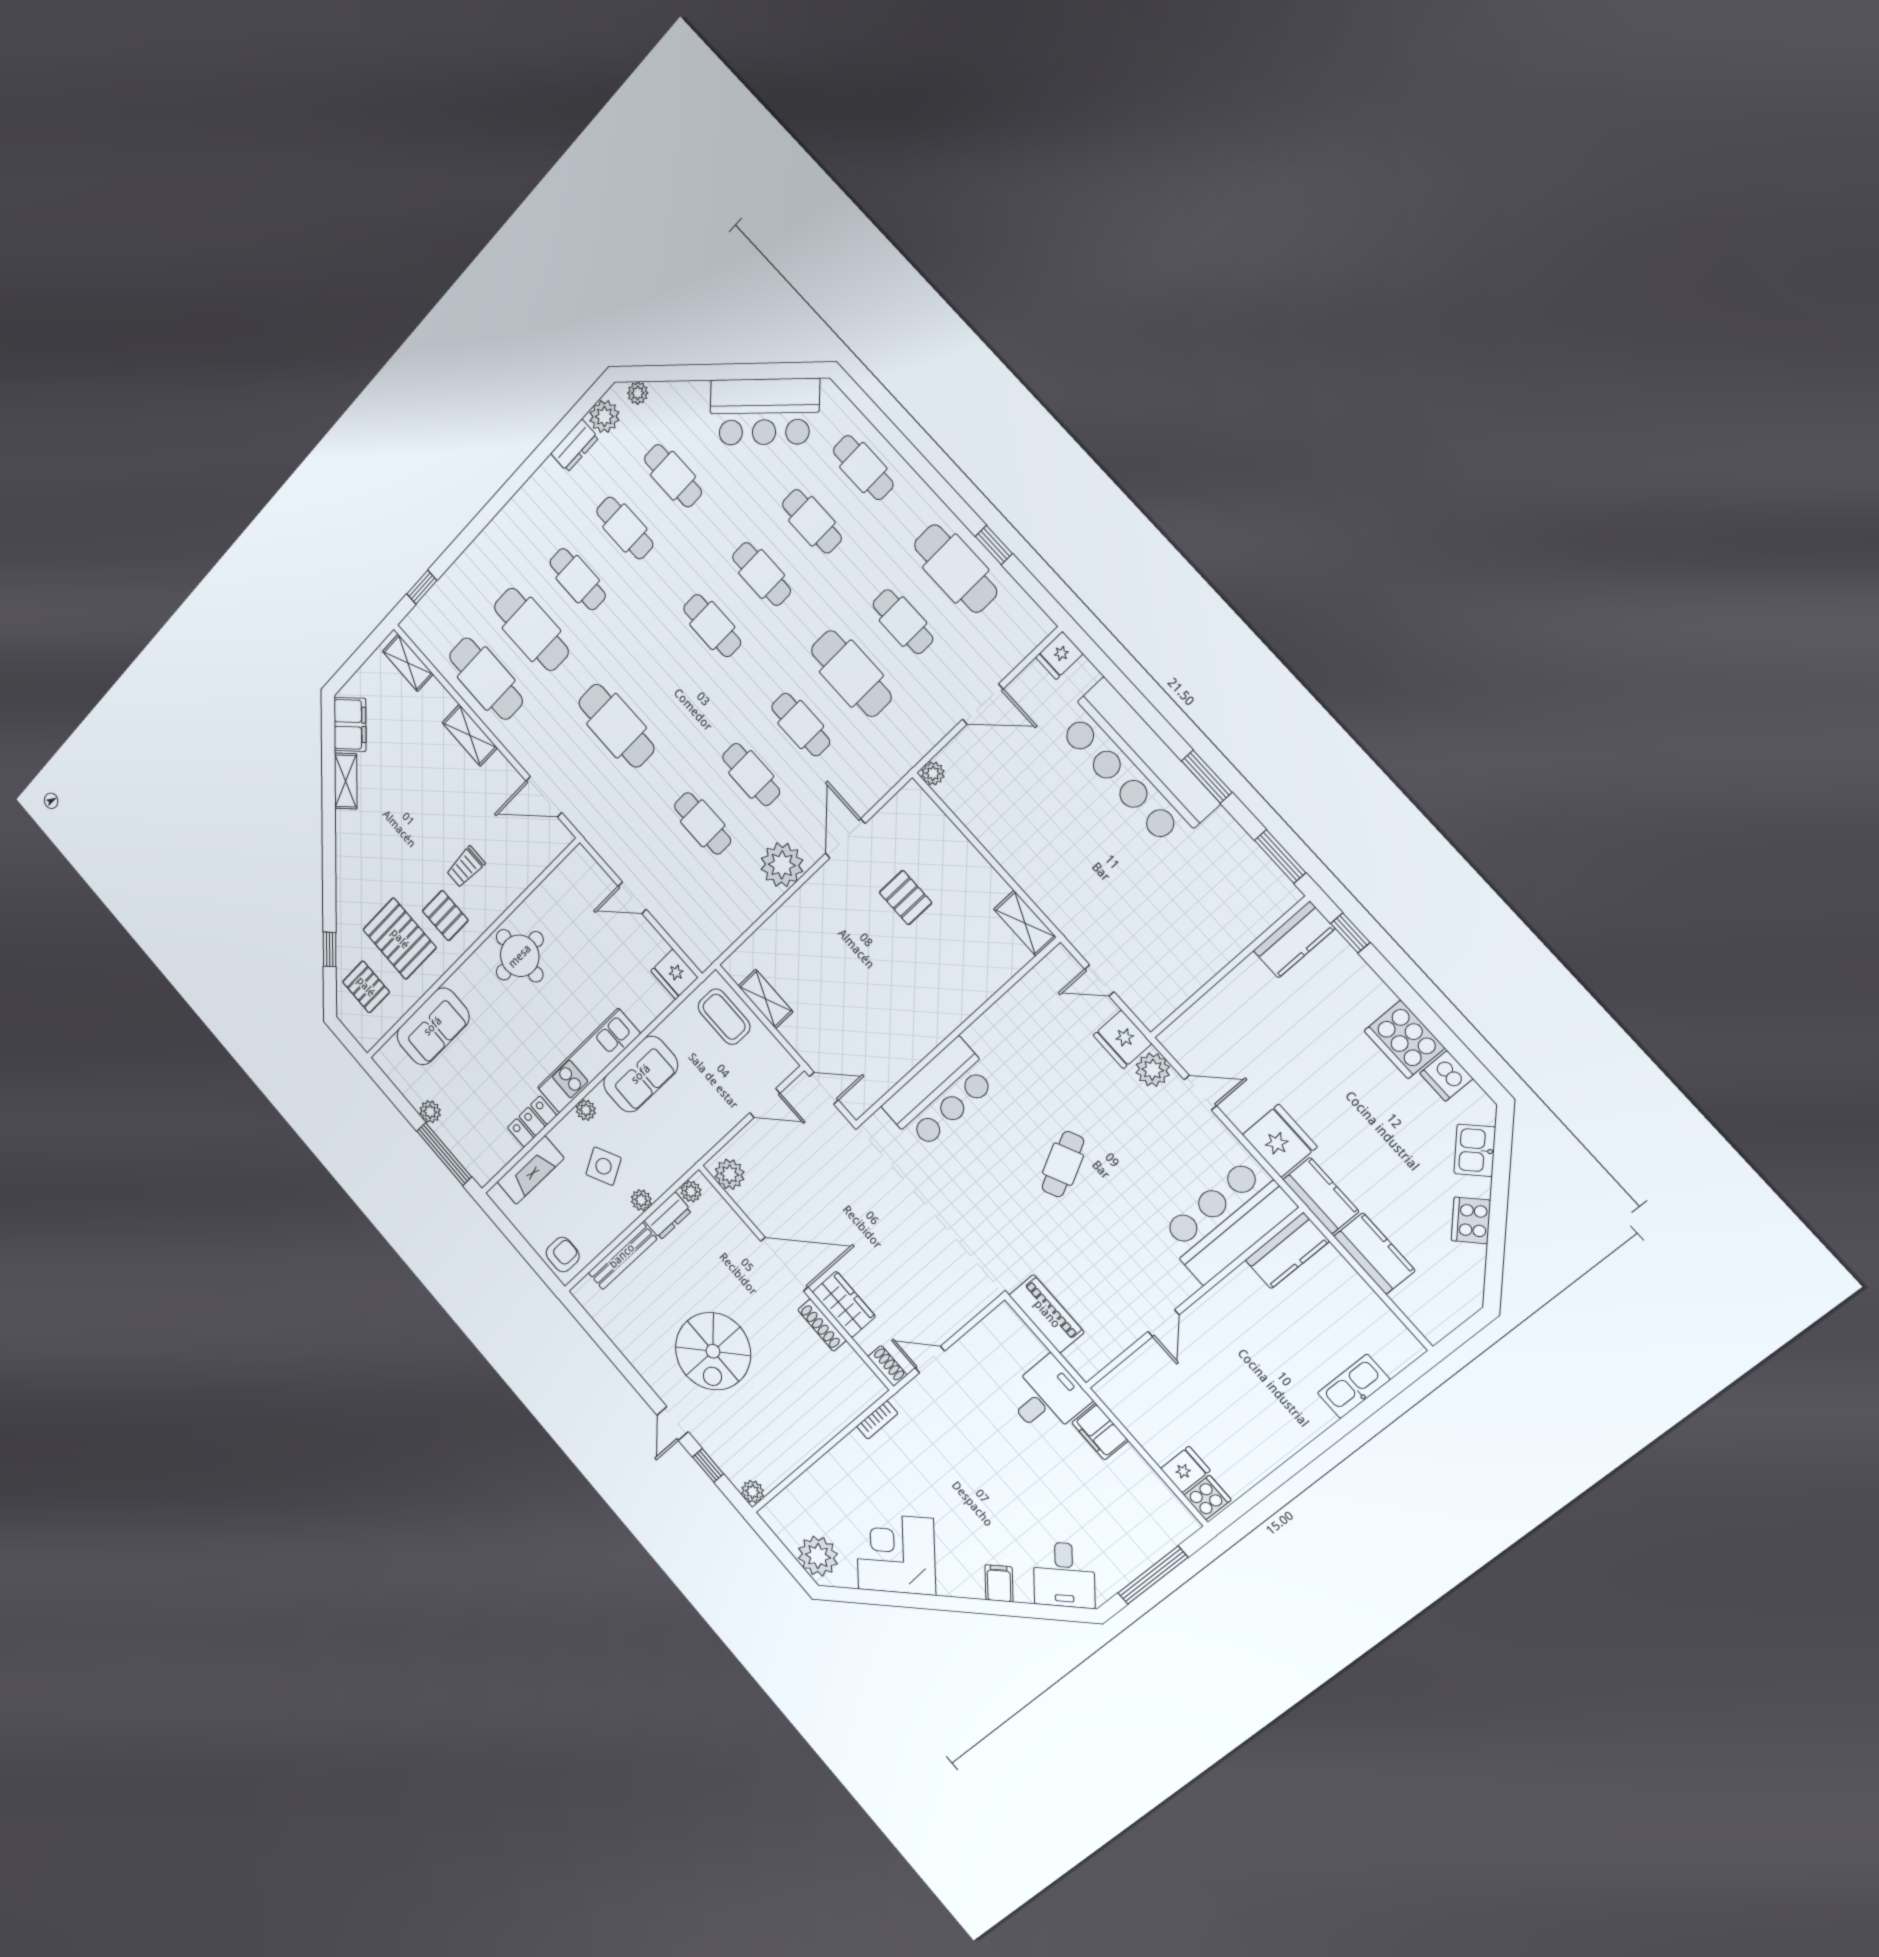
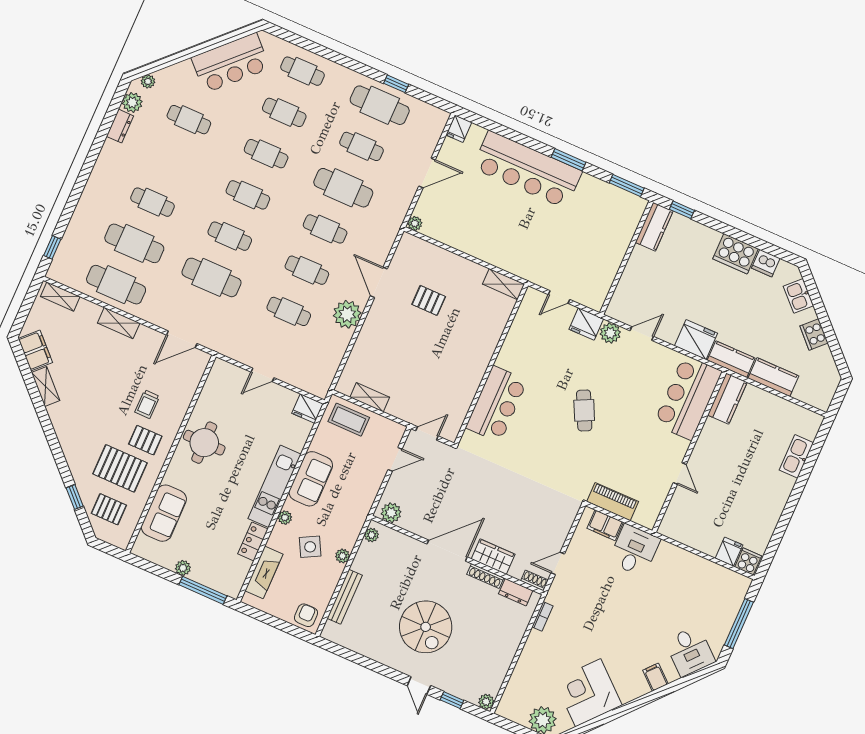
cafe table: (625, 528) -> (230, 236), moved
dresser: (668, 1216) -> (516, 592), moved, turned 90
filing cabinet: (1100, 1432) -> (605, 525), moved

